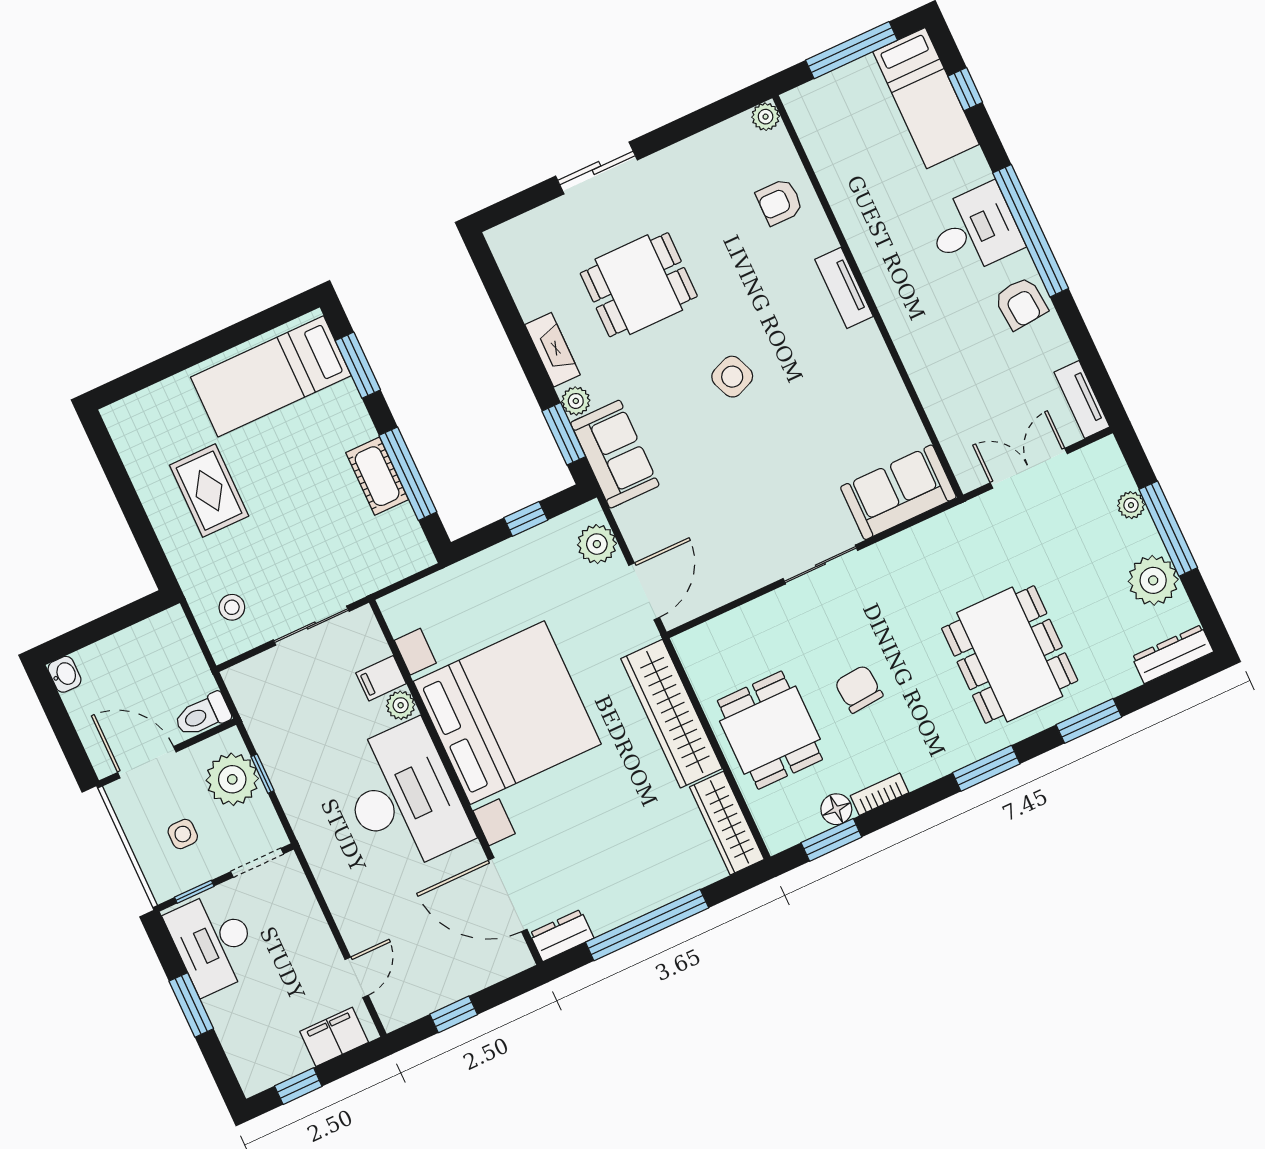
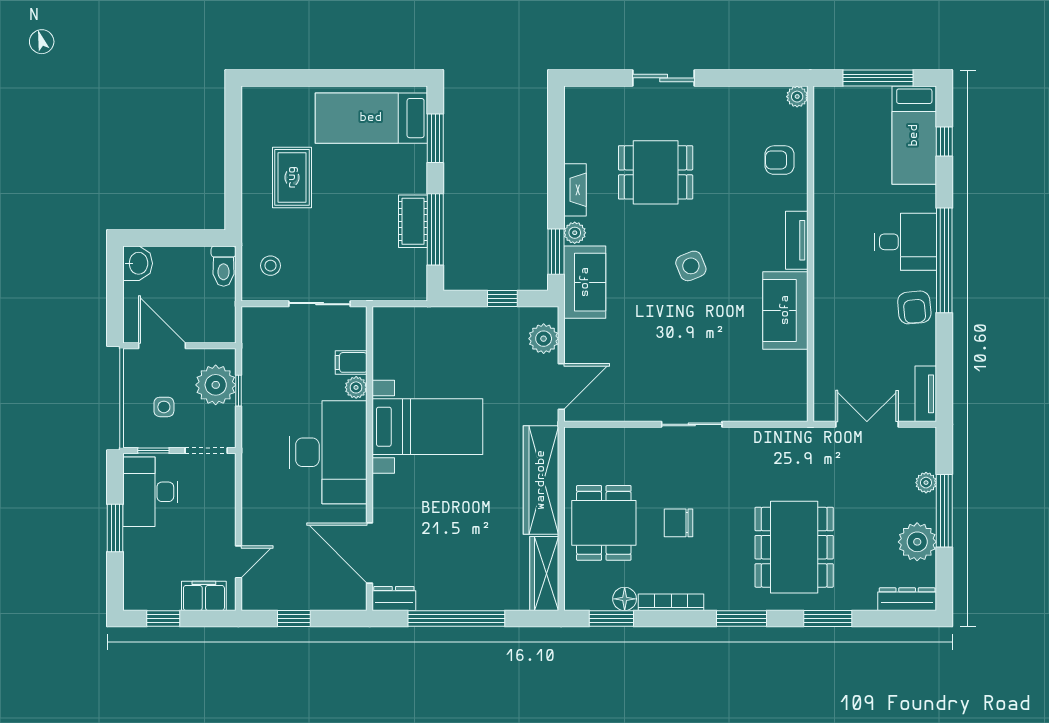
sofa: (898, 492) -> (785, 310), moved, turned -90
washbasin: (65, 674) -> (138, 263), width x1.38, depth x1.45
chair: (859, 689) -> (679, 523), turned -85
bed with nightstands: (507, 713) -> (427, 427), width x0.54
toilet: (202, 715) -> (224, 266), moved, turned -90
bookcase: (880, 794) -> (671, 602), width x1.56

